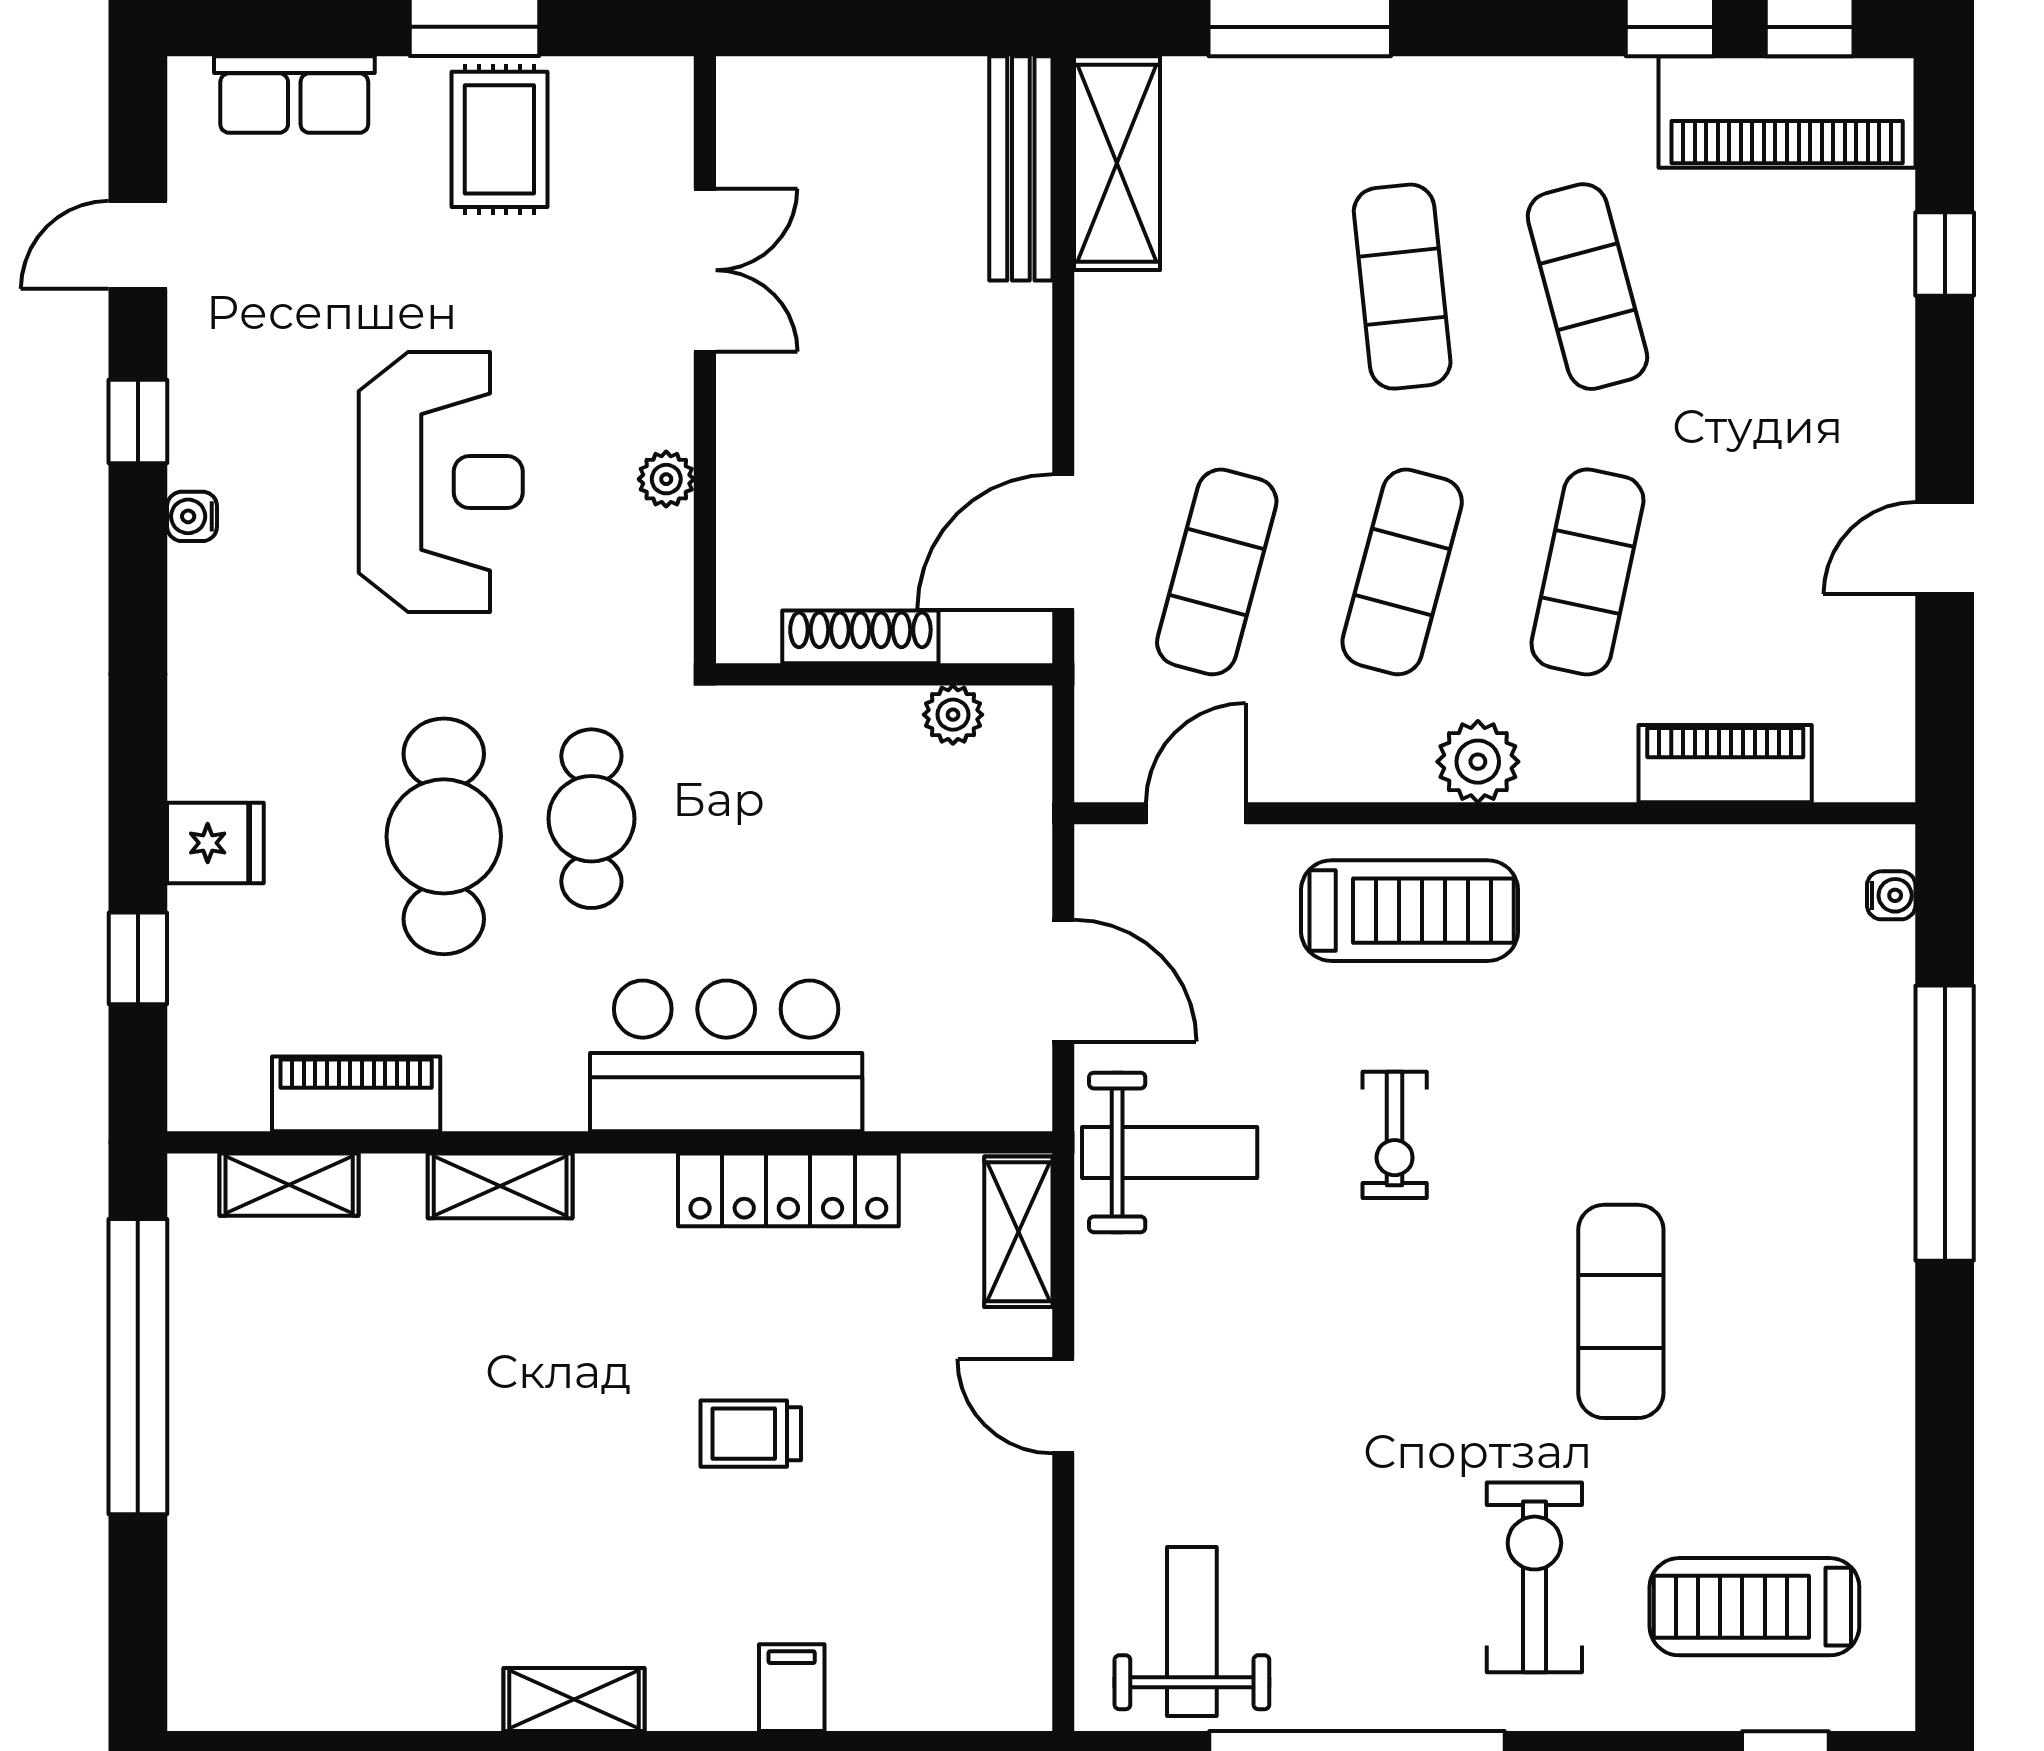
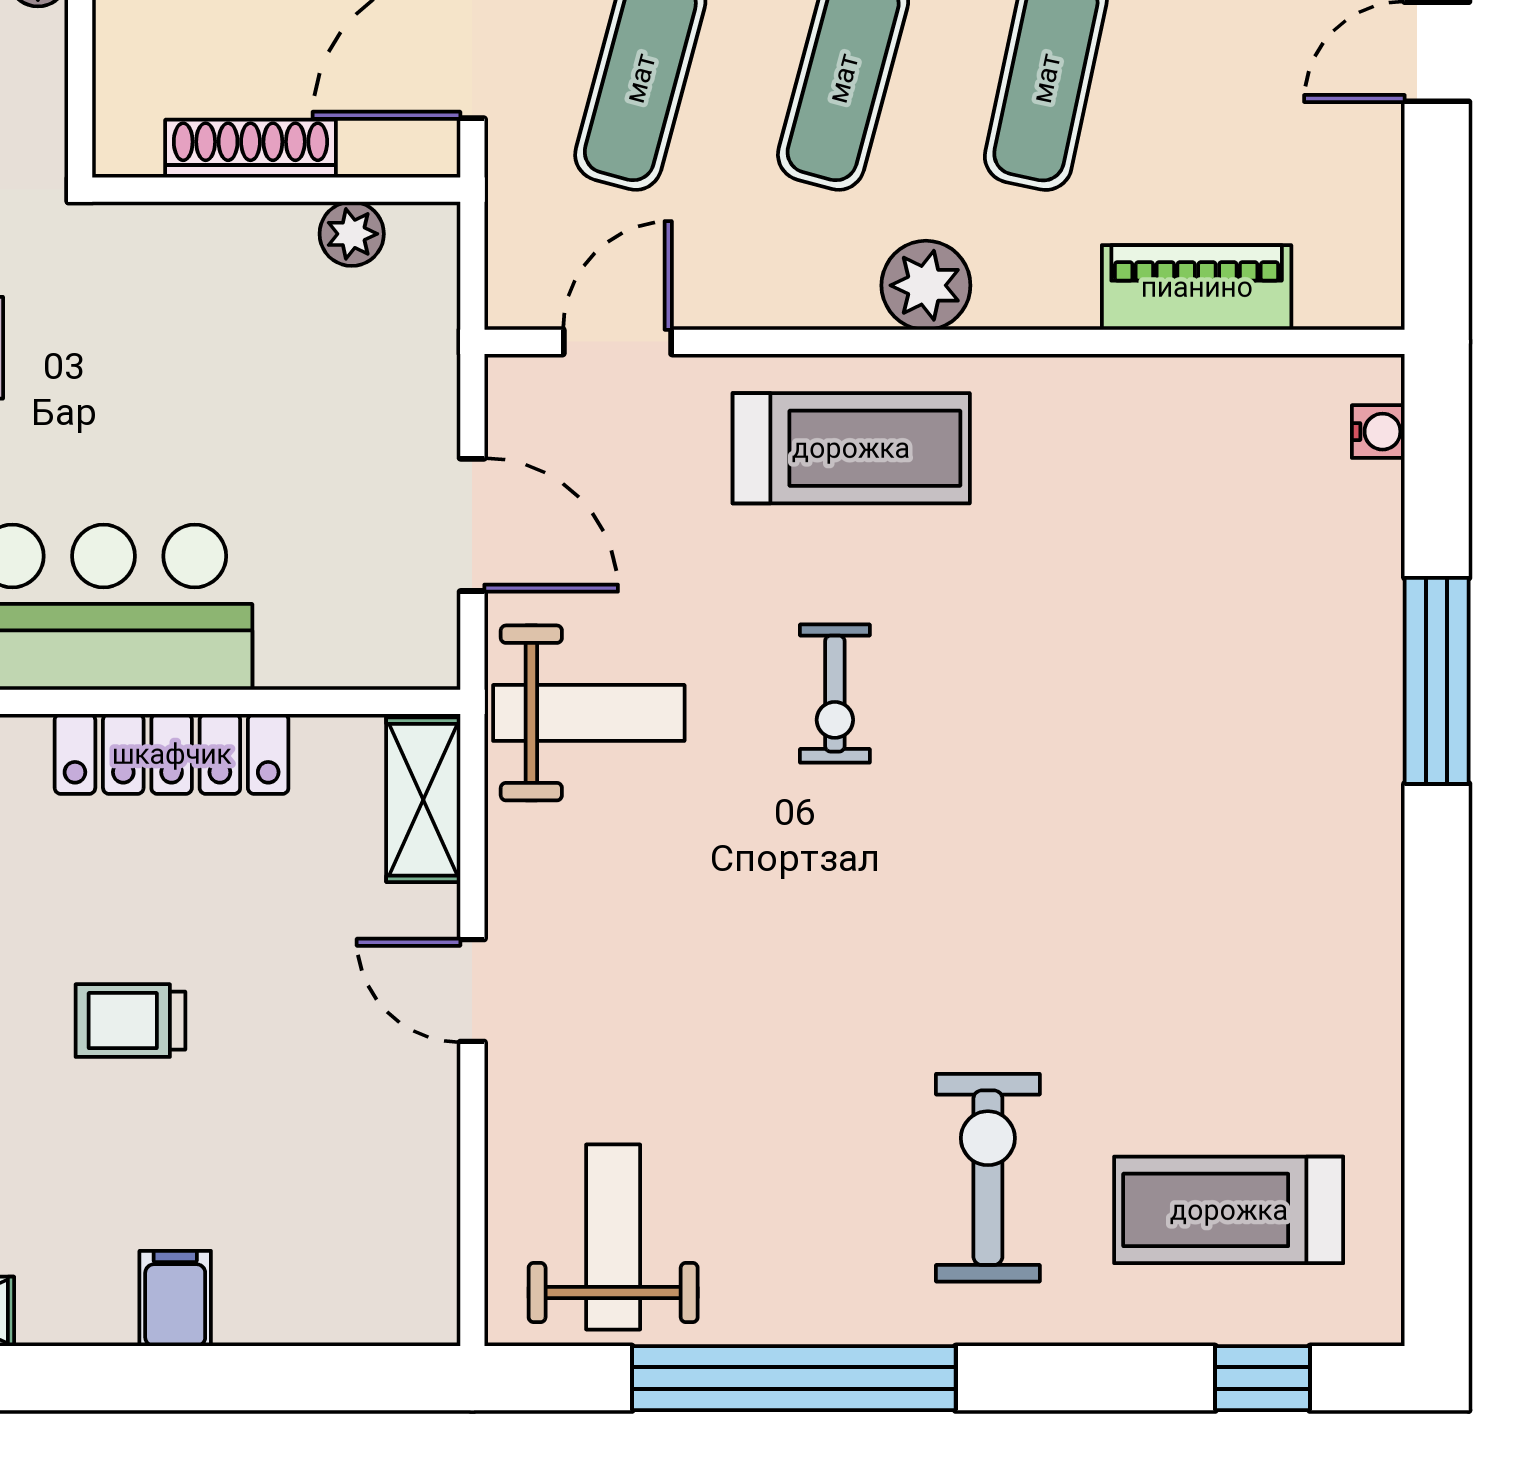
window: (1945, 1123) -> (1437, 681), width x0.68
exercise mat: (1621, 1311) -> (1082, 887), removed

